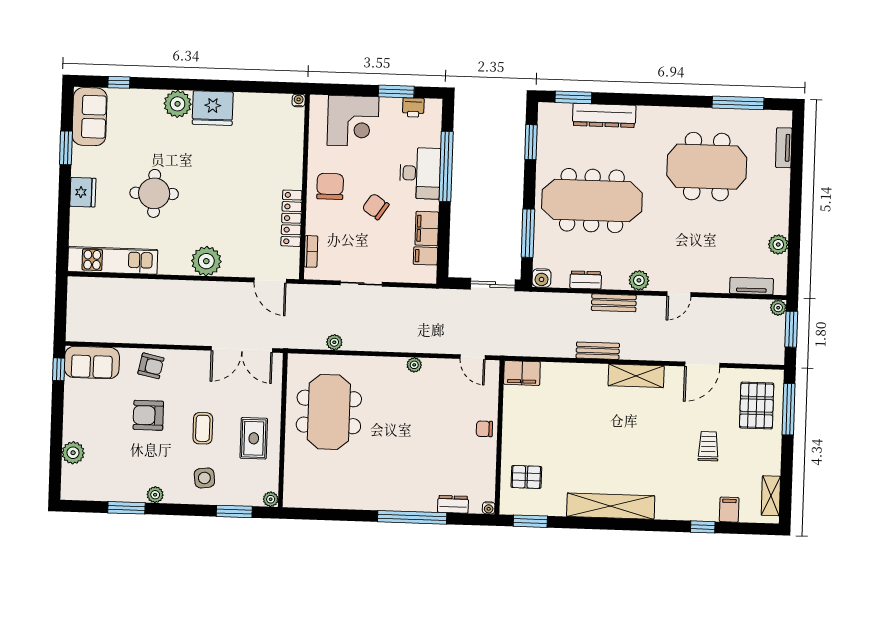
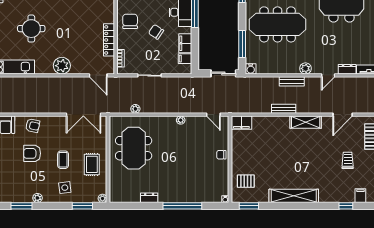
dresser: (586, 280) -> (347, 69), moved
dresser: (453, 504) -> (149, 198), moved

